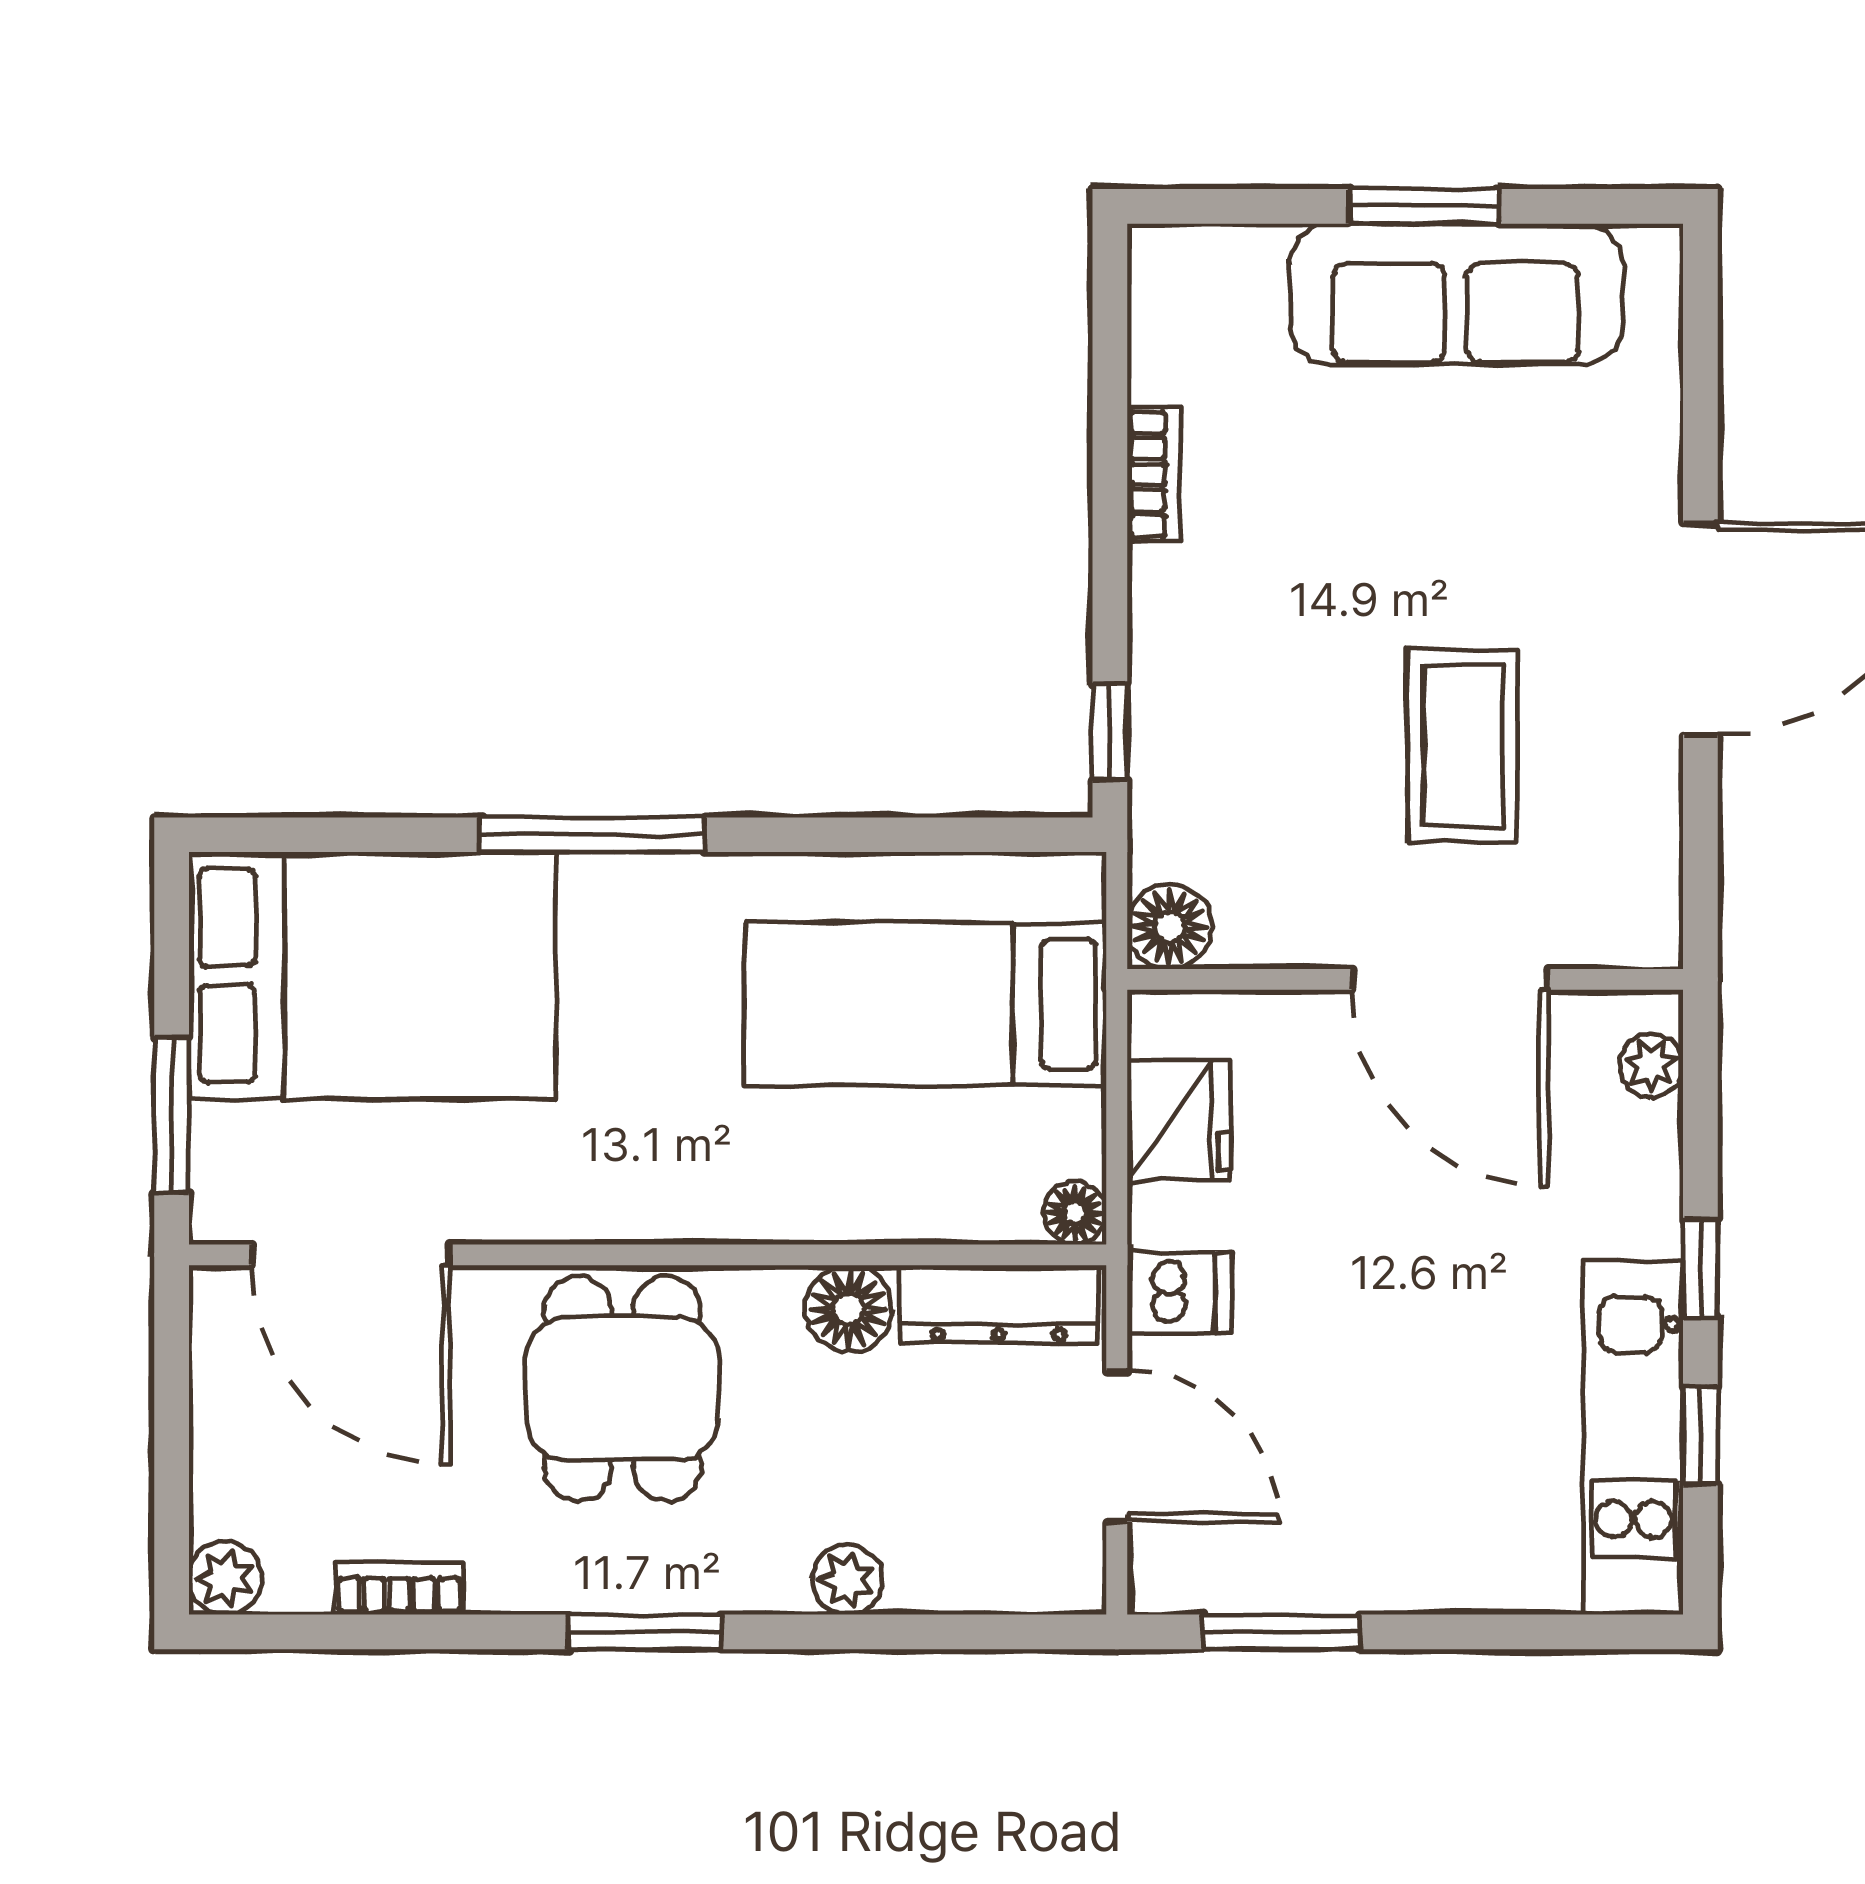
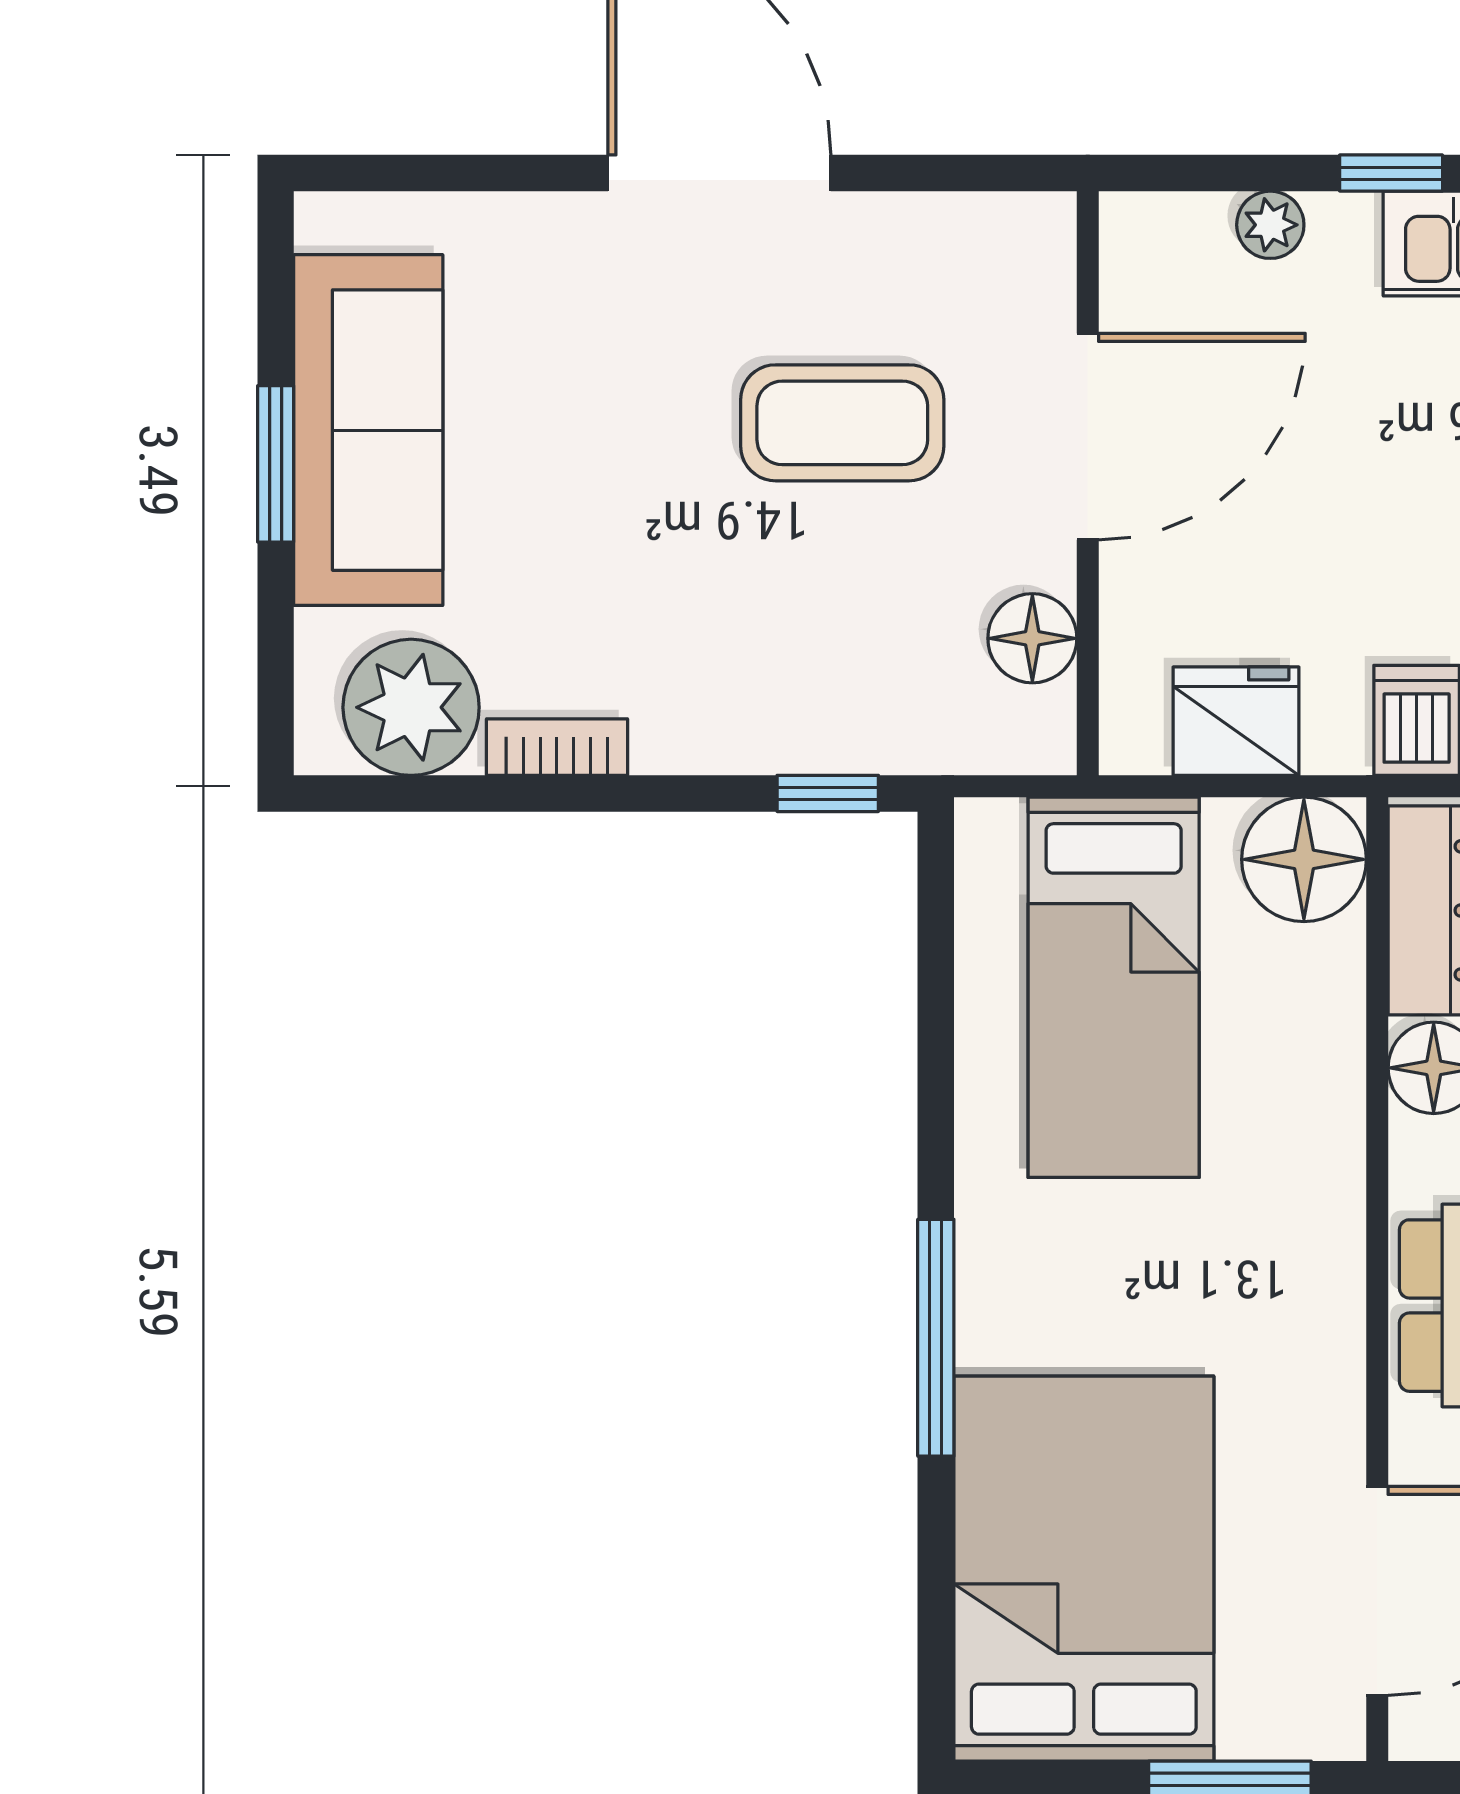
plant: (1192, 335) -> (411, 707), added
floor lamp: (1170, 927) -> (1032, 638), moved
plant: (1651, 1066) -> (1270, 225), moved
floor lamp: (1075, 1213) -> (1304, 859), width x1.89, depth x1.89

